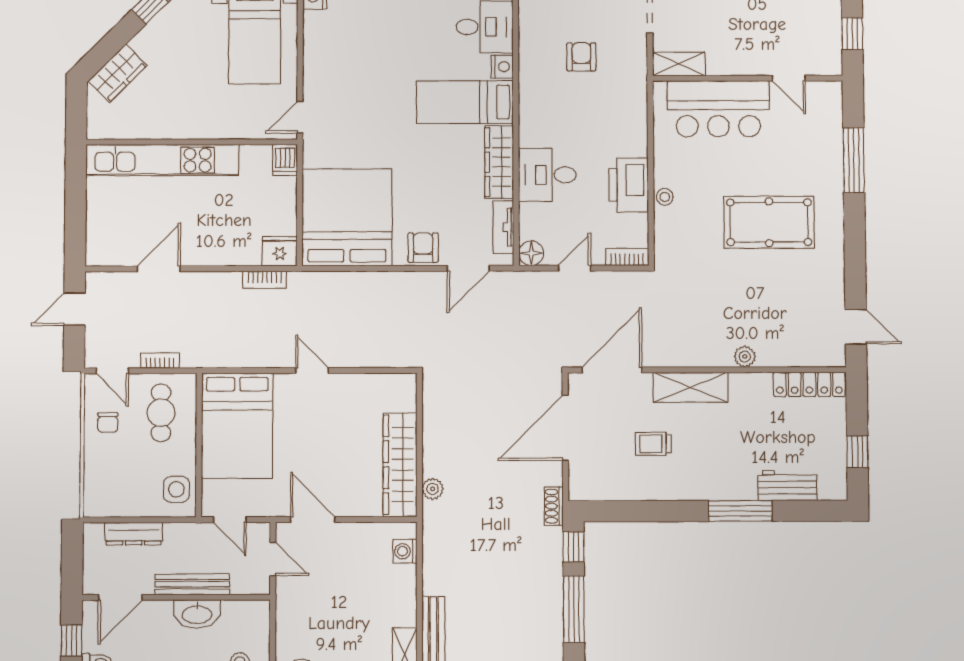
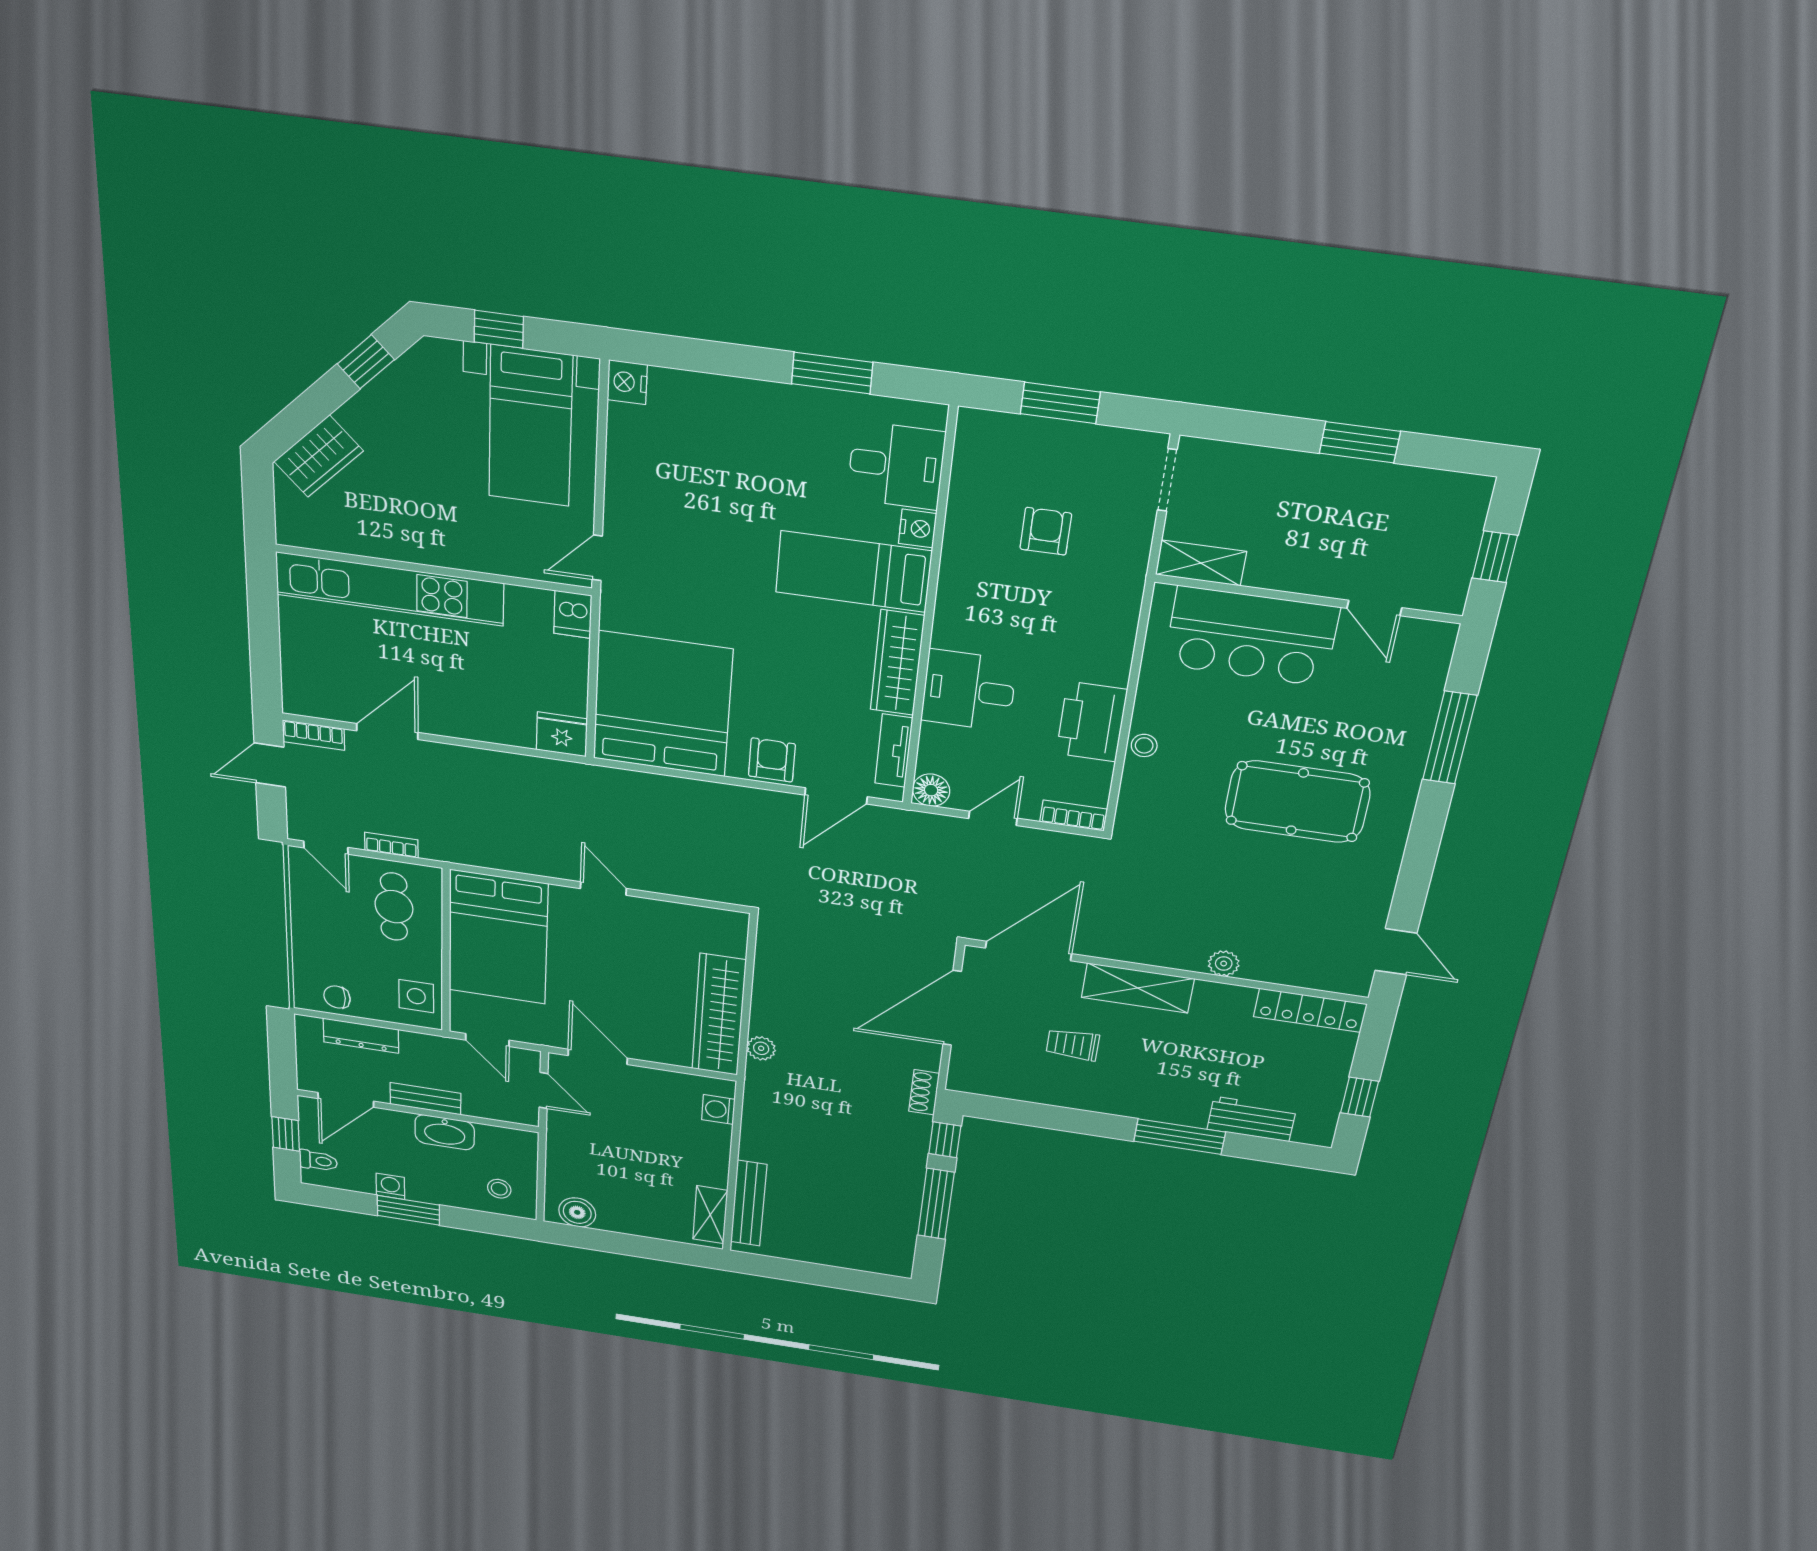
bookcase: (265, 280) -> (313, 735), moved
chair: (108, 422) -> (337, 997), moved, turned 90
bench: (192, 584) -> (425, 1099), width x0.73

